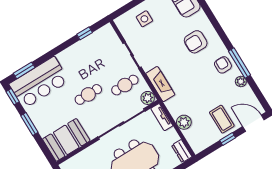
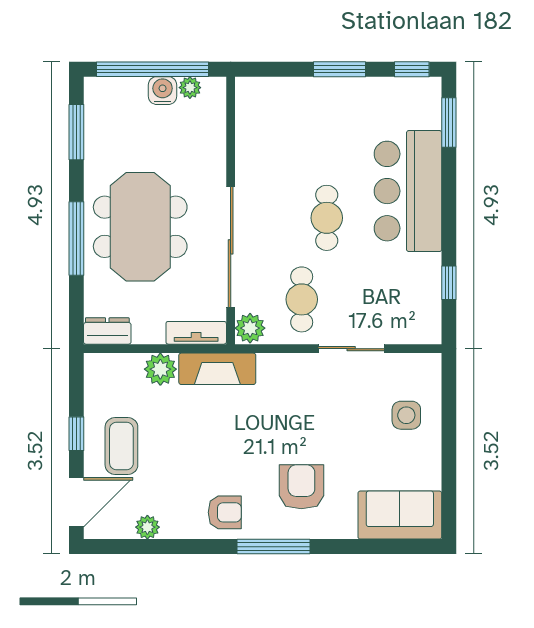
window: (240, 63) -> (273, 547), moved
plant: (241, 81) -> (147, 527), moved
bar counter: (39, 82) -> (408, 191), moved
fireplace: (160, 84) -> (217, 369), moved
coffee table: (222, 119) -> (121, 446), turned 90
booth: (66, 140) -> (265, 122), removed

